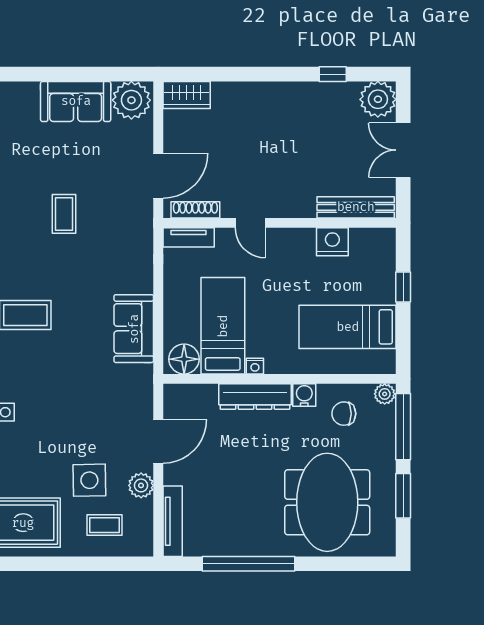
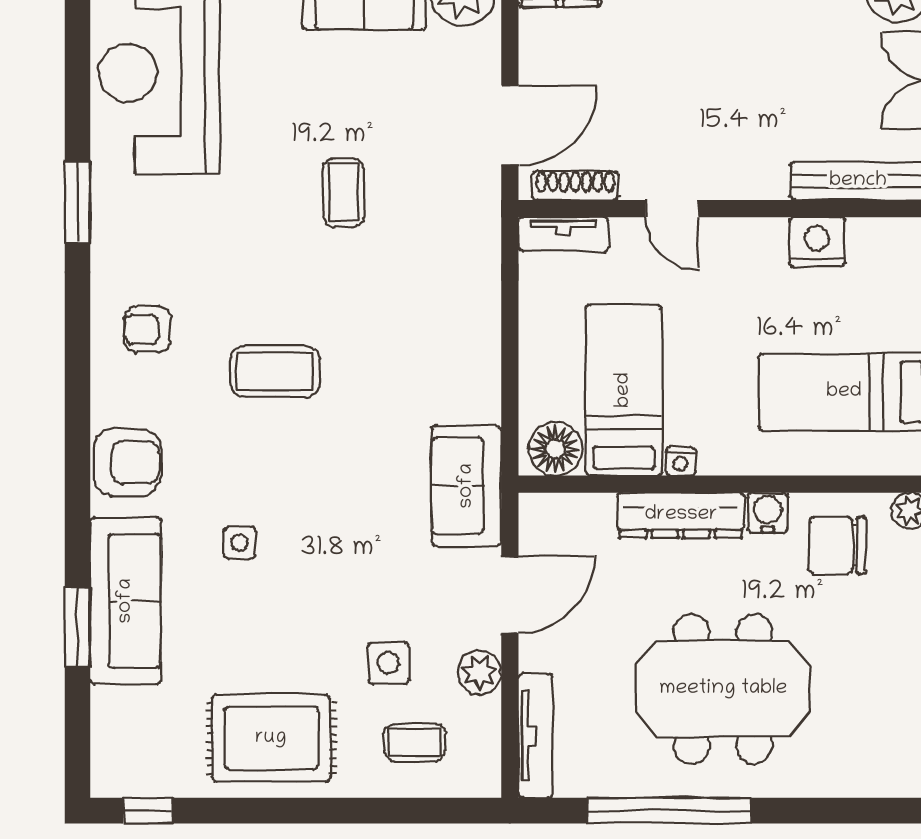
sofa: (134, 329) -> (467, 486), moved
chair: (344, 414) -> (838, 545), width x1.37, depth x1.37
side table: (89, 480) -> (388, 663), width x0.73, depth x0.73
meeting table: (327, 502) -> (723, 689), moved, turned 90

